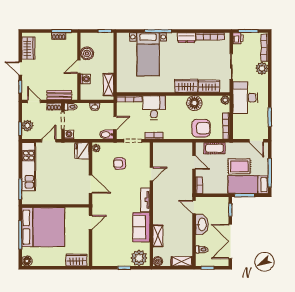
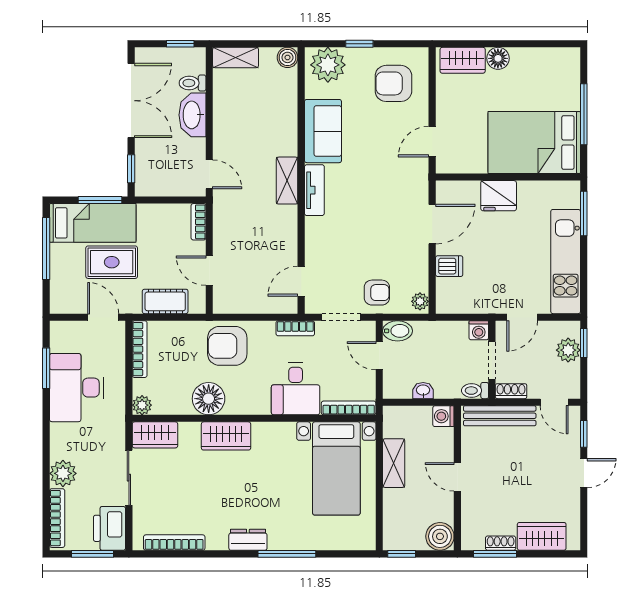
dresser: (186, 38) -> (248, 540), moved
printer: (238, 38) -> (110, 528), width x1.87, depth x1.48
wardrobe: (28, 48) -> (542, 536), moved, turned 90
boiler: (87, 53) -> (440, 536), moved
bed with nightstands: (148, 54) -> (336, 468), moved, turned 180
door: (79, 67) -> (457, 477), swing flipped
door: (20, 68) -> (584, 473), hinge flipped
washing machine: (85, 79) -> (443, 416), moved
shelving: (108, 85) -> (394, 463), moved
wardrobe: (209, 86) -> (155, 435), moved
bench: (59, 95) -> (500, 416), width x1.36
desk: (245, 98) -> (76, 388), moved, turned 180
door: (115, 123) -> (379, 356), hinge flipped
armchair: (201, 128) -> (227, 346), moved
door: (256, 141) -> (103, 317), moved
fridge: (82, 151) -> (499, 196), moved, turned 90
armchair: (120, 164) -> (377, 293), moved
dishwasher: (83, 165) -> (449, 266), added
door: (151, 174) -> (301, 281), moved
door: (91, 184) -> (432, 224), swing flipped
washbasin: (202, 224) -> (192, 115), moved
bed: (43, 227) -> (534, 143), width x0.73
shelving: (158, 236) -> (287, 181), moved
armchair: (109, 249) -> (393, 83), added
floor lamp: (27, 261) -> (498, 58), moved

